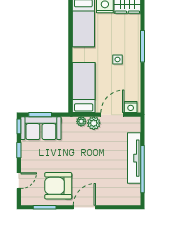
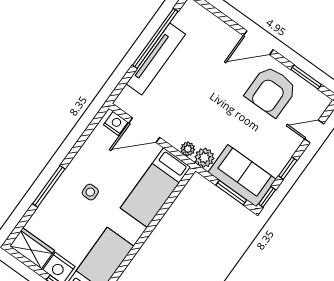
plant: (94, 123) -> (204, 158), moved
armchair: (58, 186) -> (271, 91), turned 90

